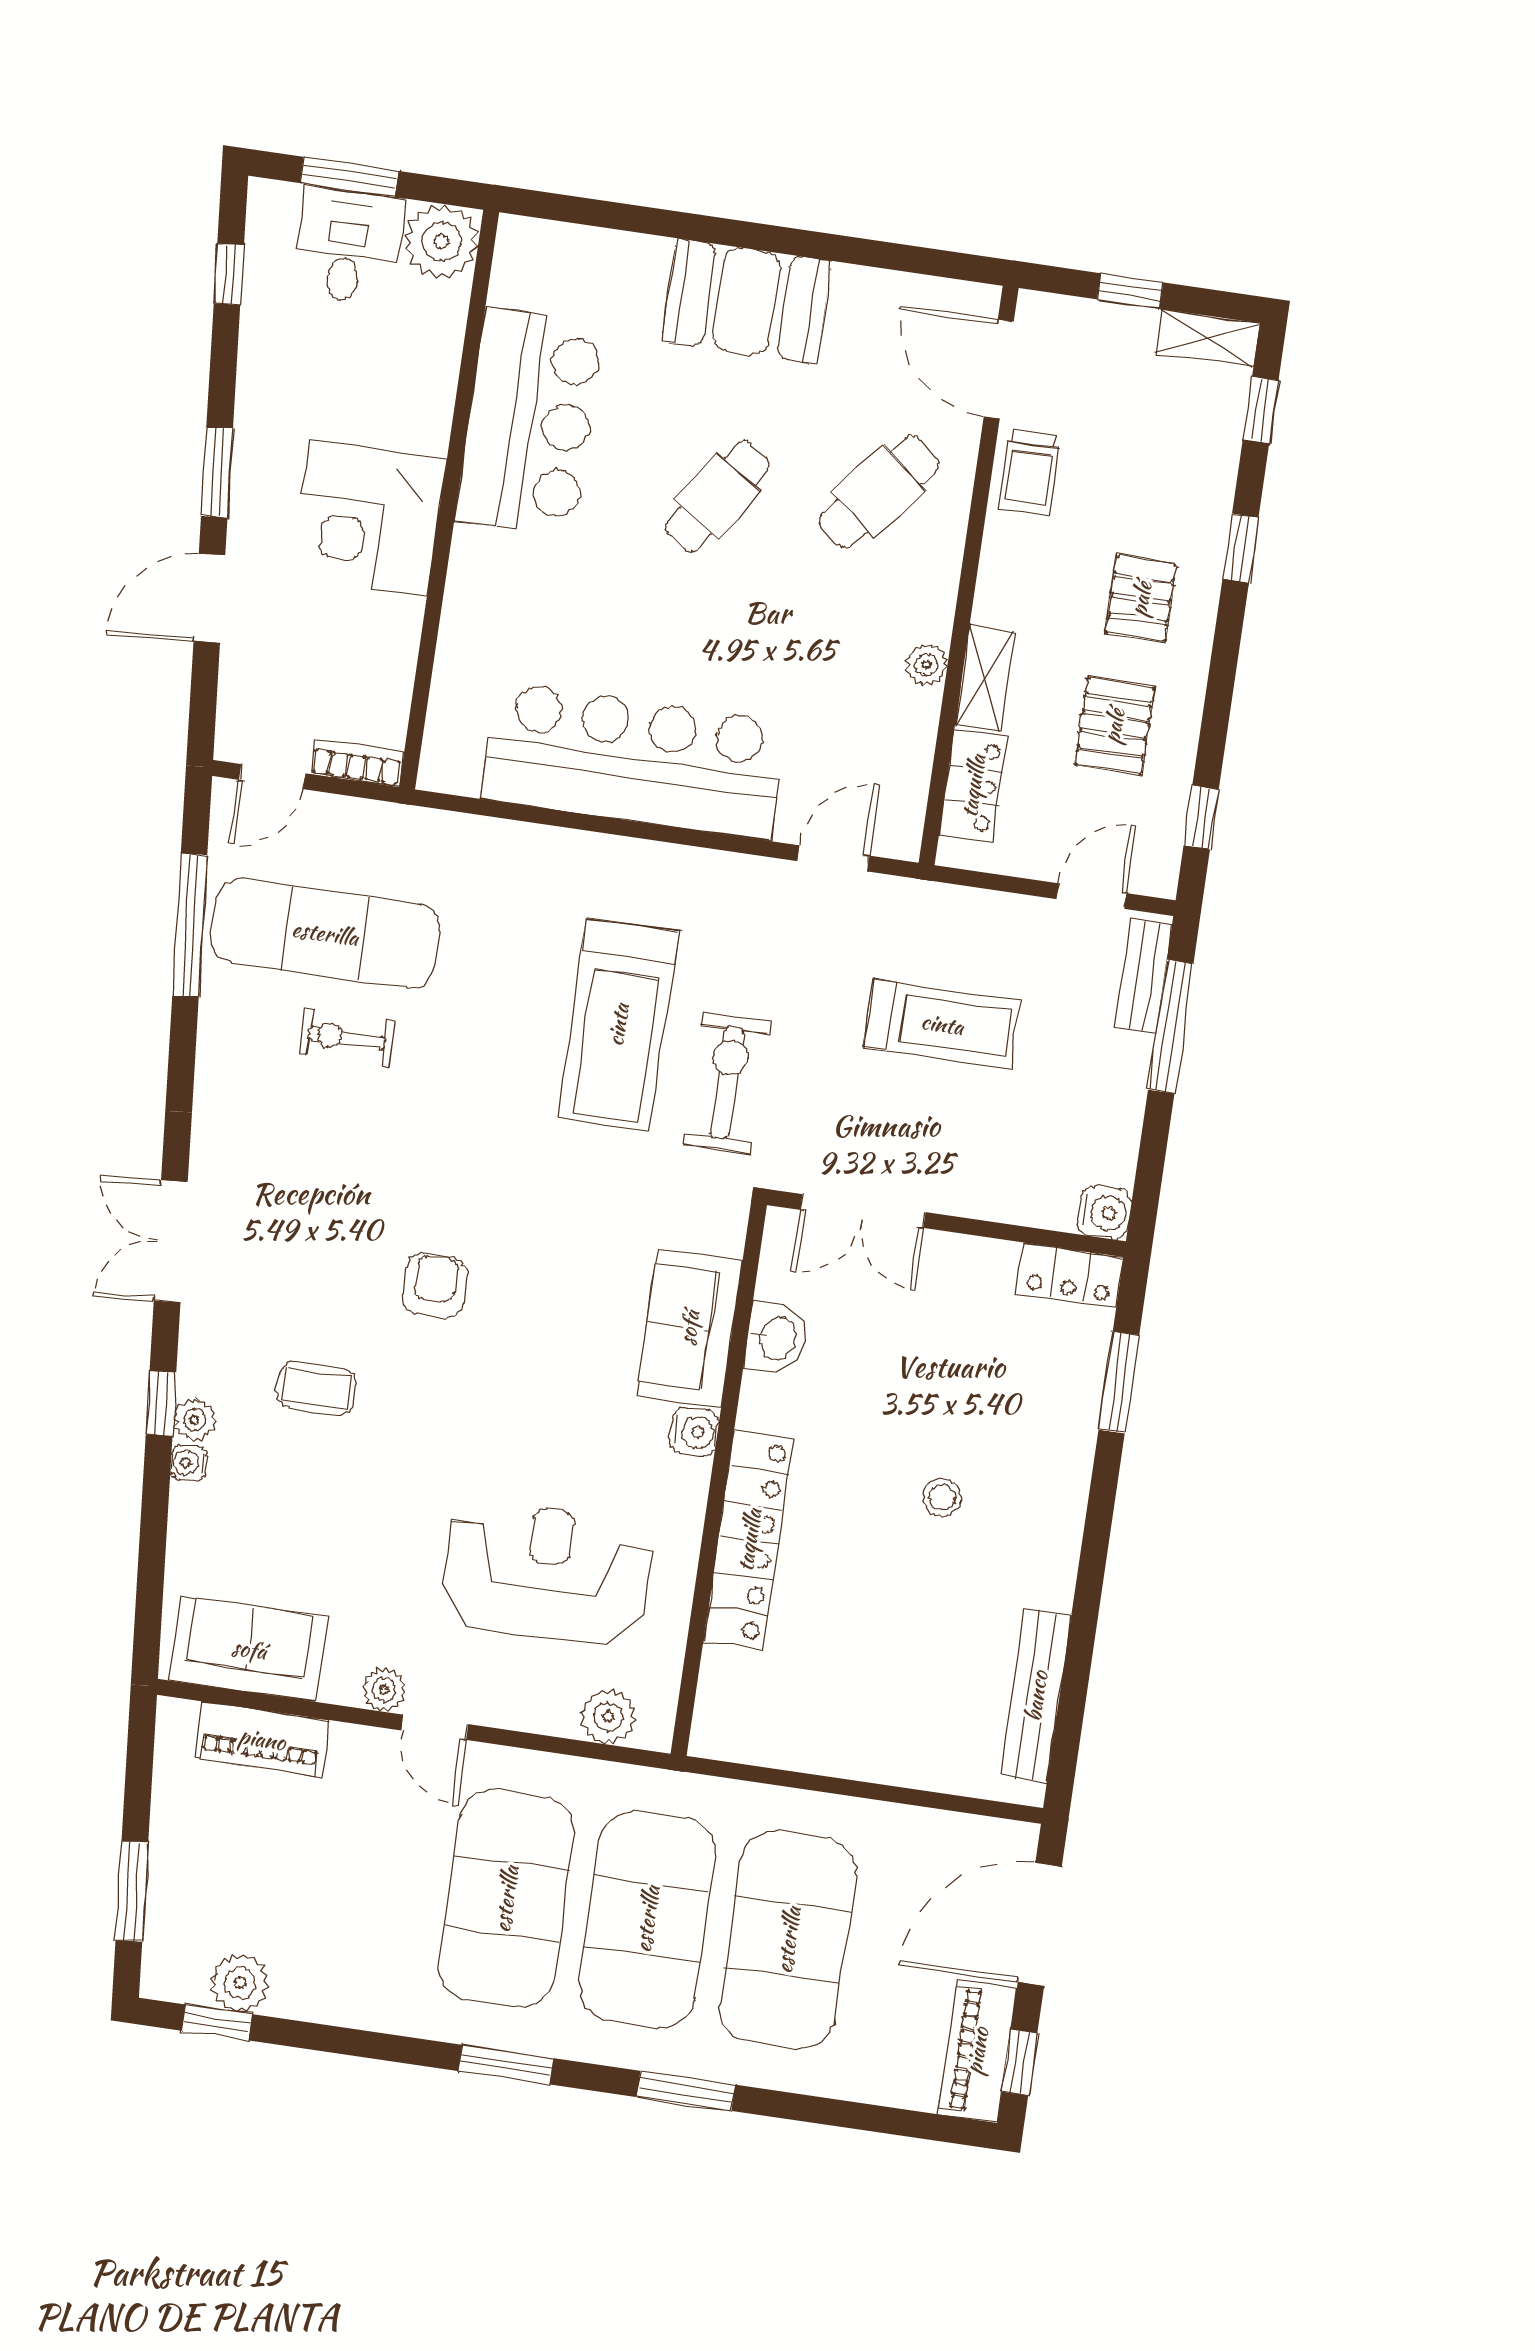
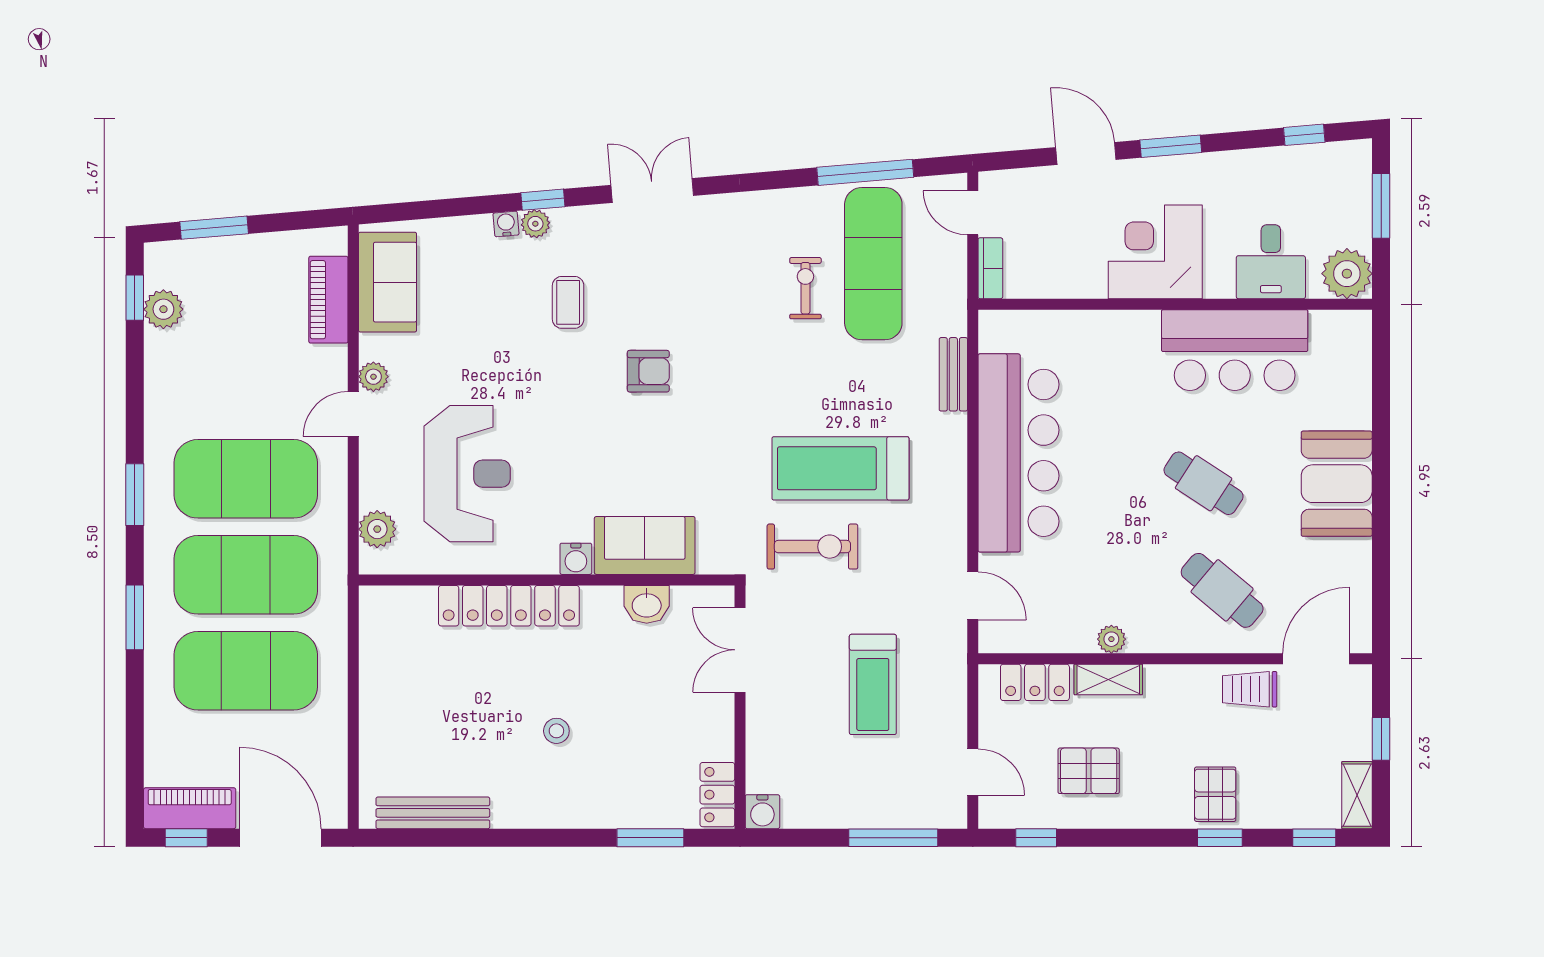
desk: (347, 246) -> (1271, 262), moved, turned 90
pallet: (1141, 599) -> (1215, 794), moved, turned 90
bench: (1144, 976) -> (953, 374), moved, turned 90

